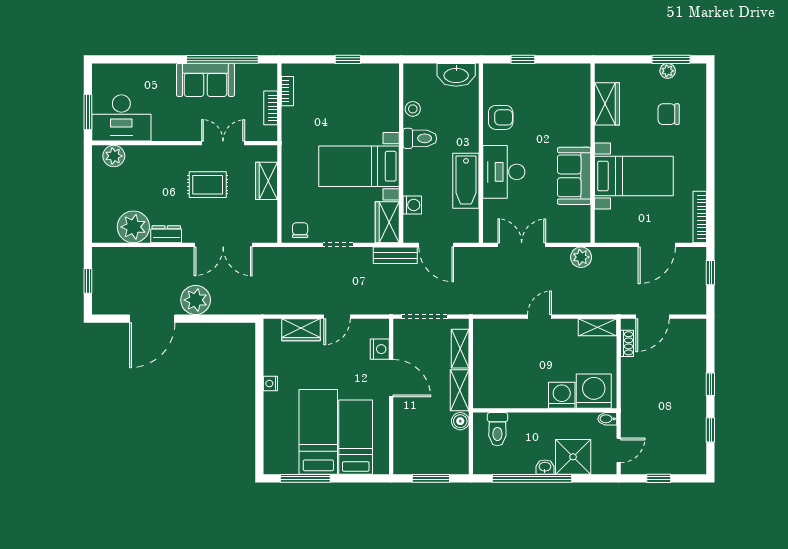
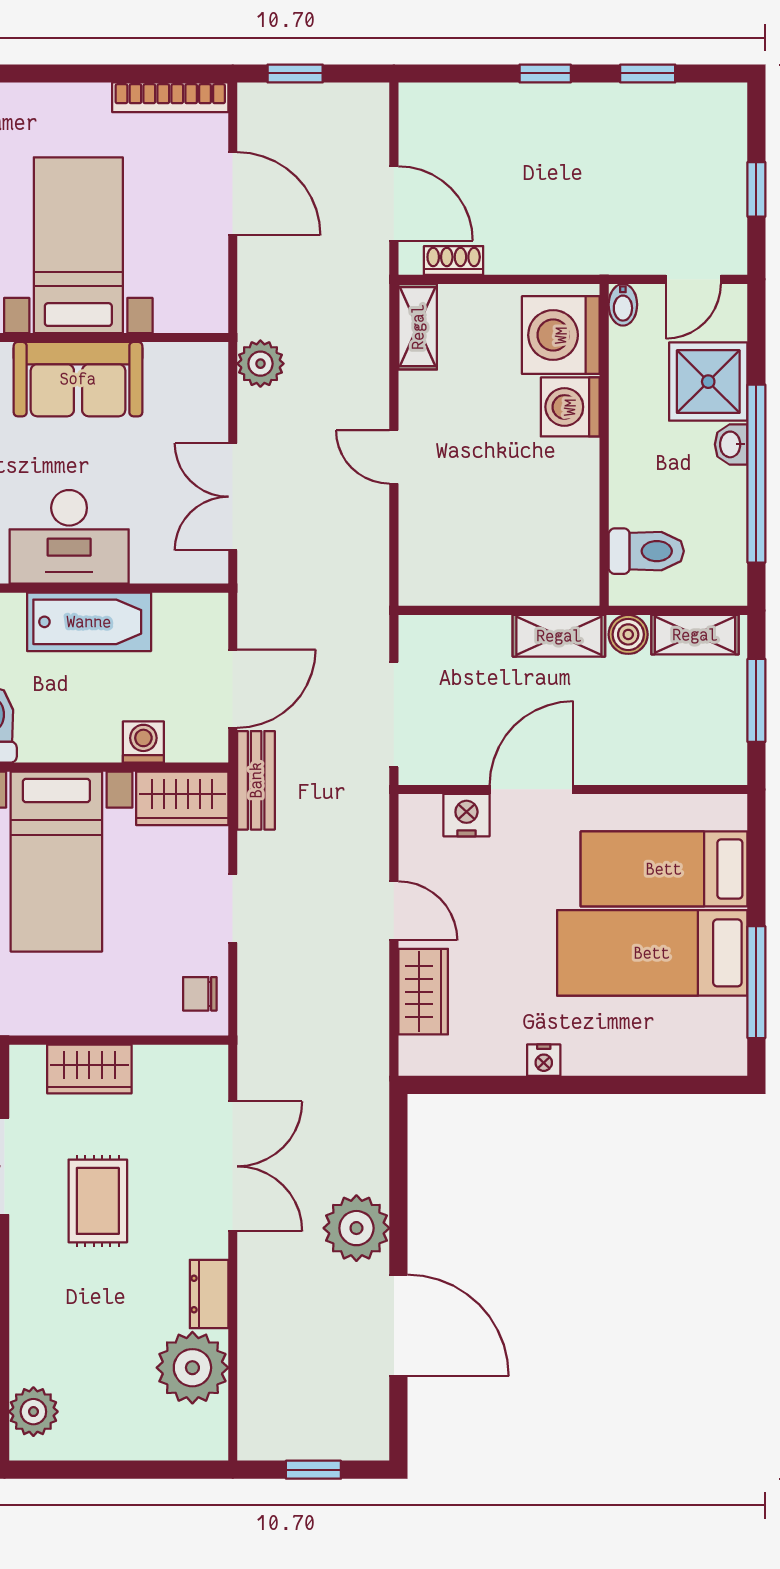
shelving: (460, 349) -> (695, 635), moved
door: (619, 450) -> (693, 279), swing flipped

